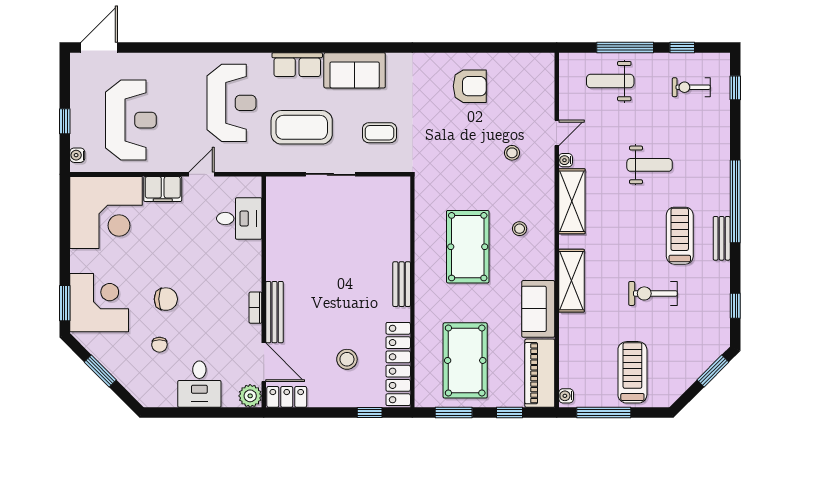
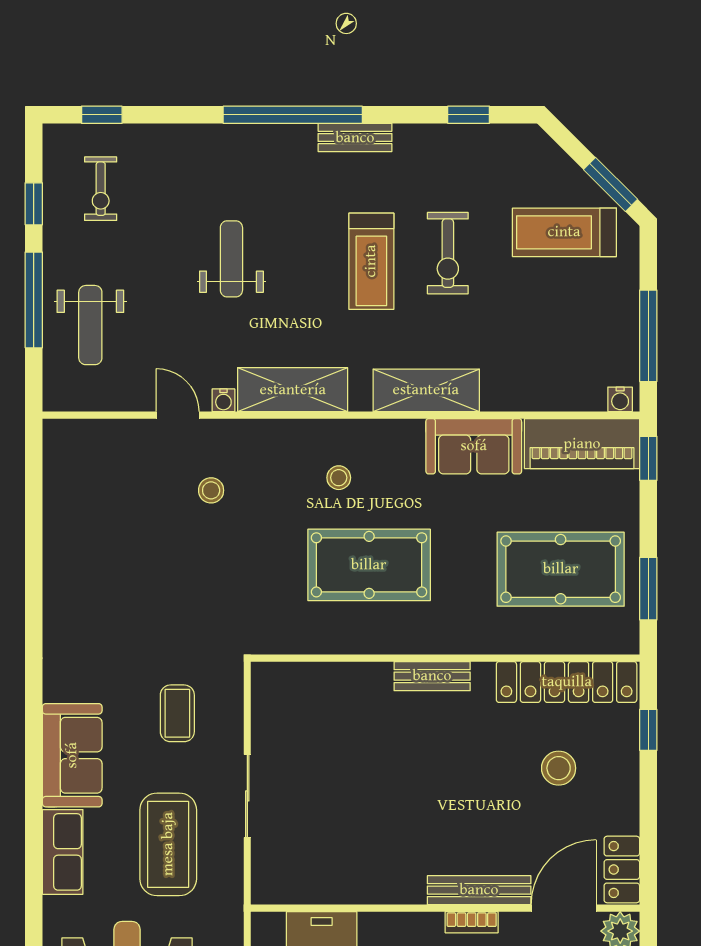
armchair: (470, 86) -> (99, 562), removed
treadmill: (680, 236) -> (371, 261), moved, turned -90
window: (713, 371) -> (611, 184), moved
treadmill: (632, 372) -> (564, 232), moved
window: (509, 413) -> (648, 458), moved

